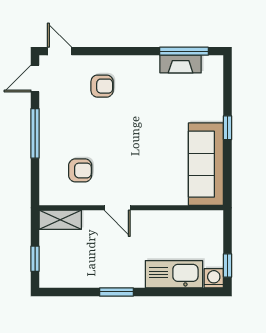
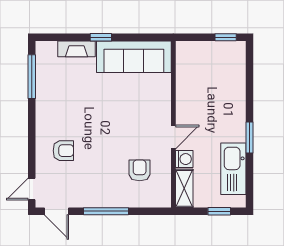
fireplace: (181, 64) -> (77, 49), moved, turned 90
armchair: (102, 86) -> (63, 151), turned 90
kitchen sink: (174, 274) -> (233, 169), moved
washing machine: (214, 278) -> (184, 159), moved, turned 180

